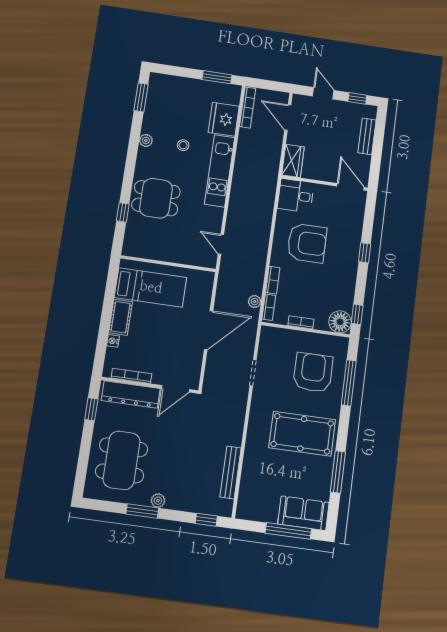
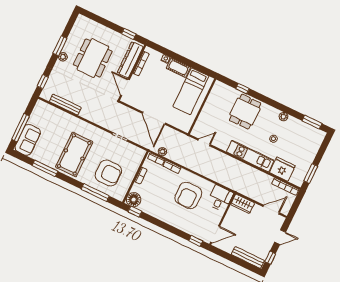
bench: (367, 136) -> (248, 257), width x1.36
window: (365, 253) -> (196, 241), moved
dining table: (122, 460) -> (93, 58), moved, turned 90

